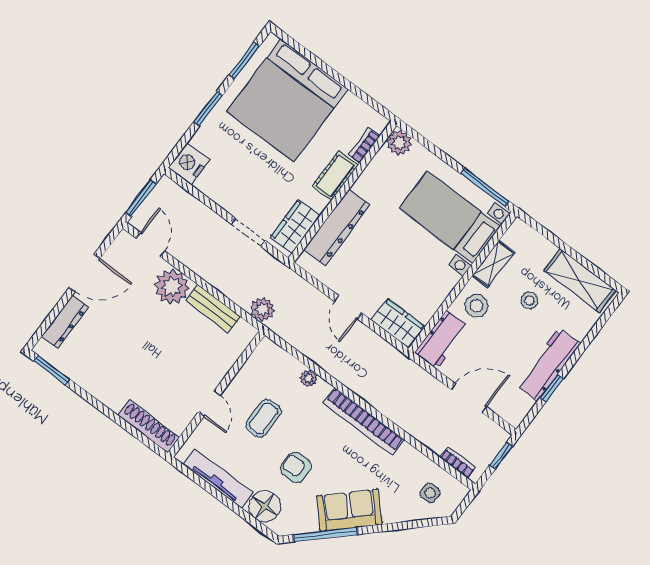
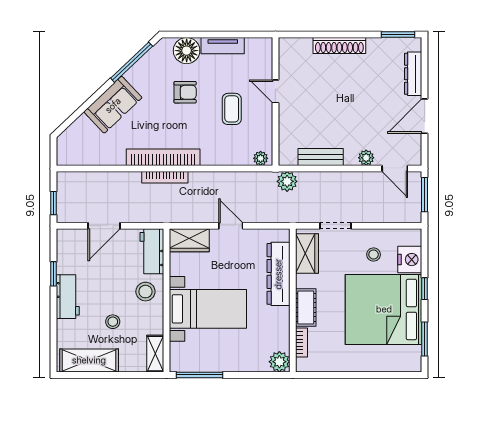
bed: (287, 100) -> (384, 309), moved, turned -90
window: (208, 108) -> (425, 289), width x0.67
nightstand: (189, 164) -> (410, 260), moved
stool: (232, 178) -> (374, 254), added
bed with nightstands: (450, 217) -> (208, 309), moved
shelving: (493, 264) -> (155, 354), moved
plant: (172, 287) -> (366, 158), width x0.53, depth x0.53
workbench: (548, 364) -> (68, 297), width x0.73
plant: (309, 378) -> (261, 158), moved
shoe rack: (149, 426) -> (339, 46), moved
bookcase: (458, 462) -> (165, 177), moved, width x1.56
tv unit: (218, 479) -> (223, 46), width x0.71
side table: (430, 493) -> (82, 143), removed
sofa: (349, 510) -> (113, 105), moved

